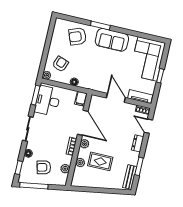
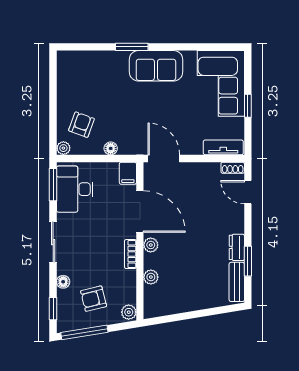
armchair: (78, 36) -> (99, 73), removed
door: (116, 98) -> (164, 158), moved
dresser: (138, 143) -> (237, 247), moved
rug: (100, 161) -> (183, 268), removed
plant: (65, 169) -> (129, 312), moved

